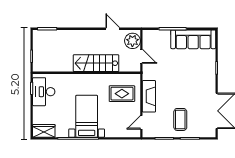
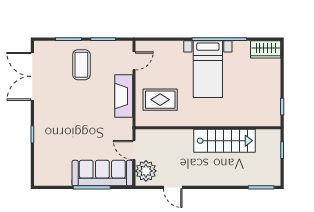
sofa: (193, 39) -> (102, 173), moved
stairs: (96, 63) -> (224, 141), moved
desk: (44, 92) -> (266, 102), removed

